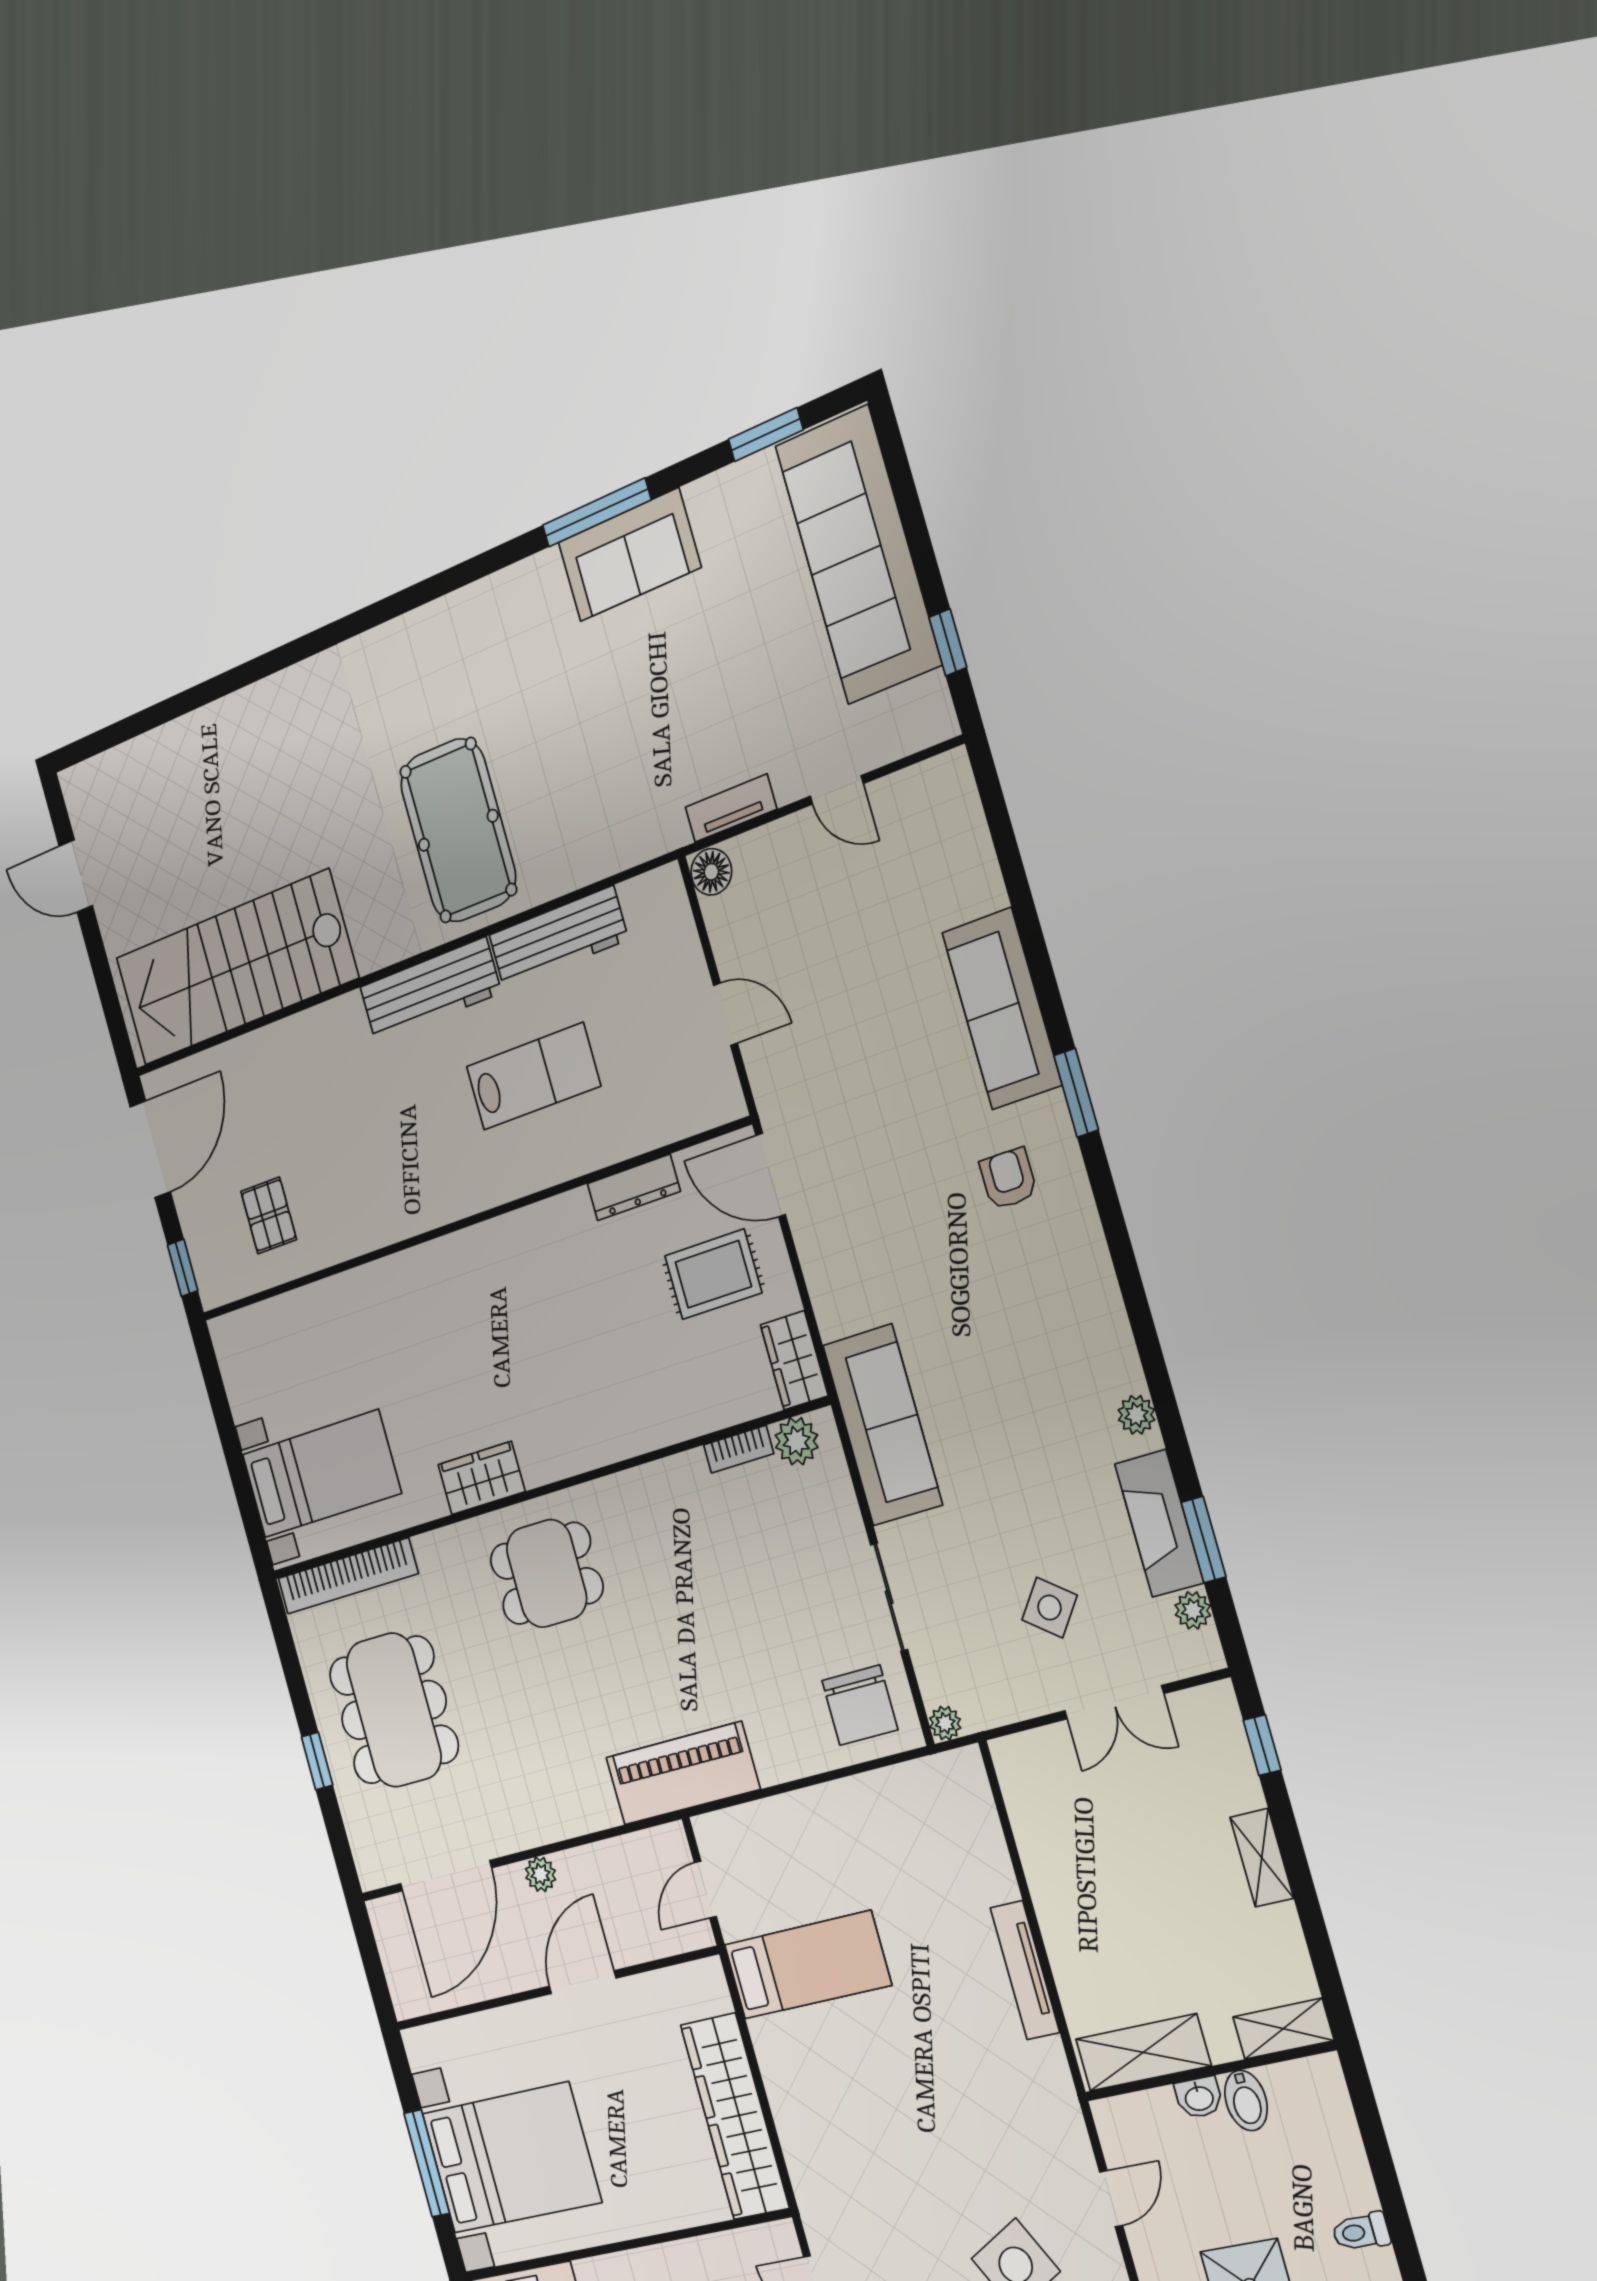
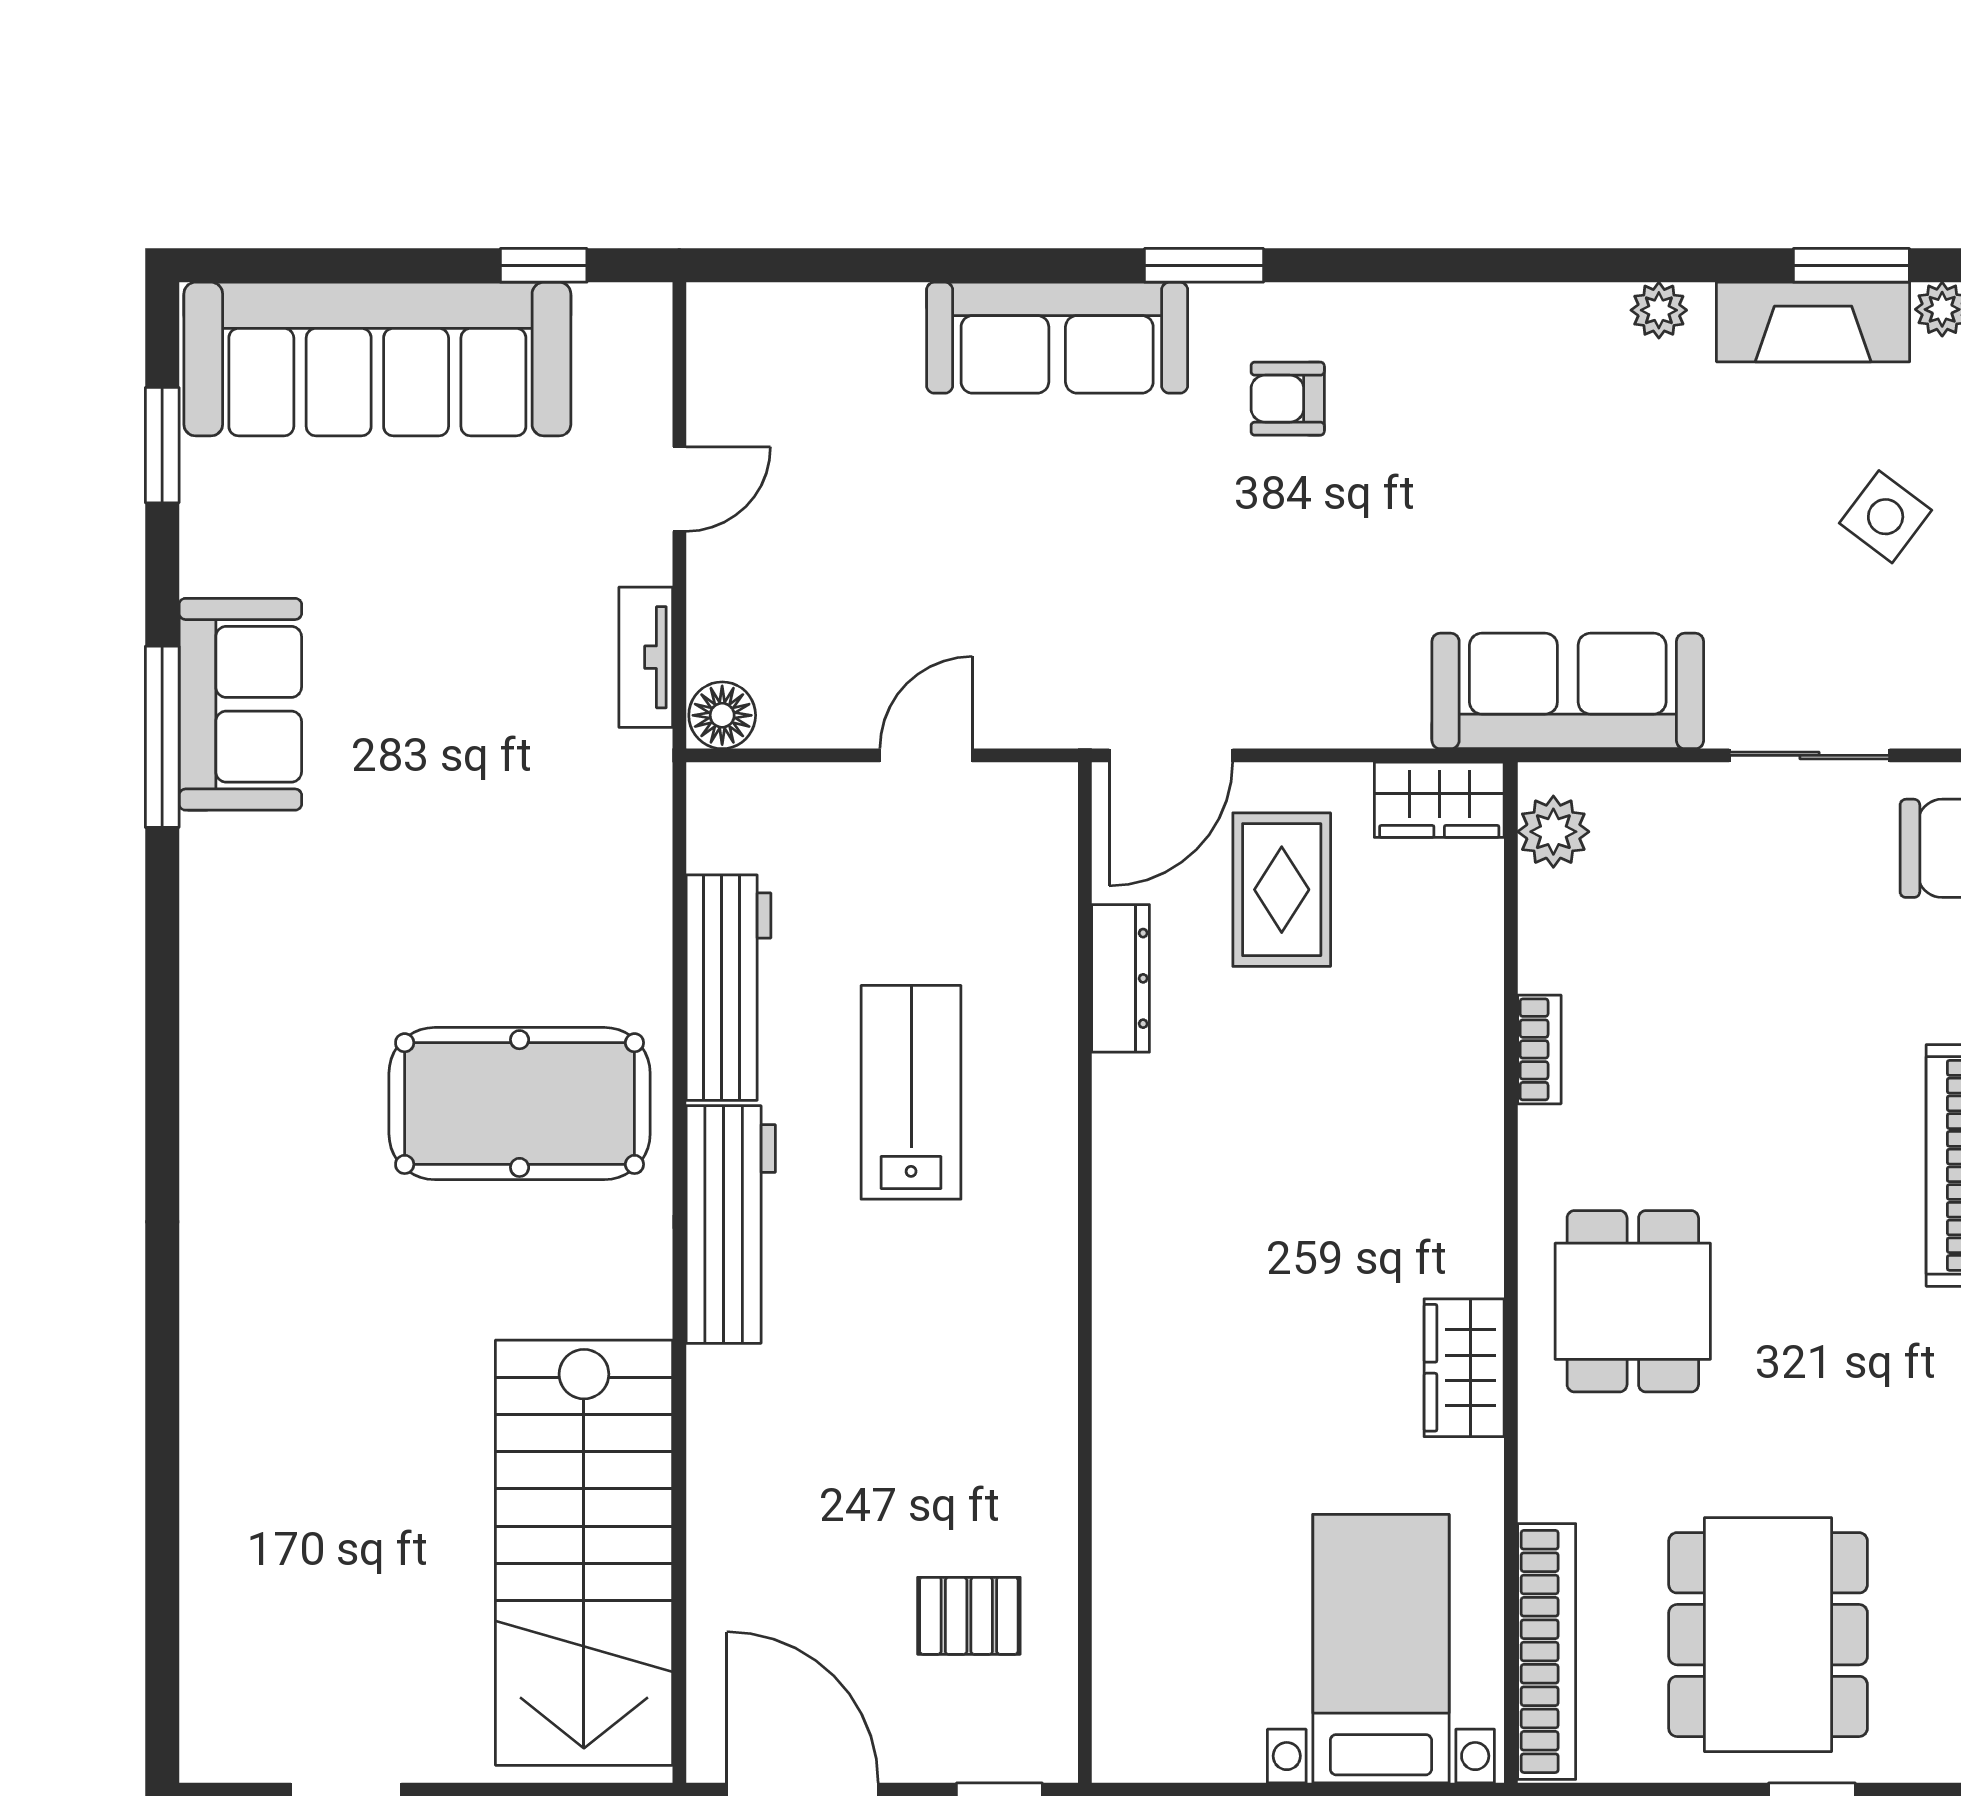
bookcase: (739, 1449) -> (1539, 1049), moved
dining table: (394, 1710) -> (1768, 1635), turned 90

